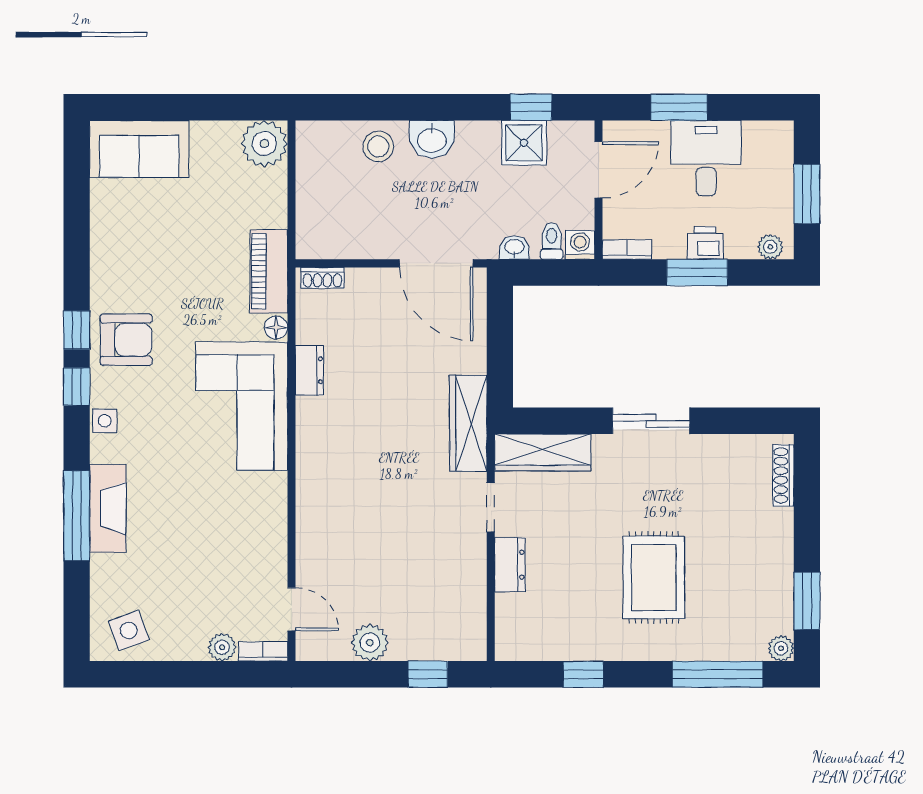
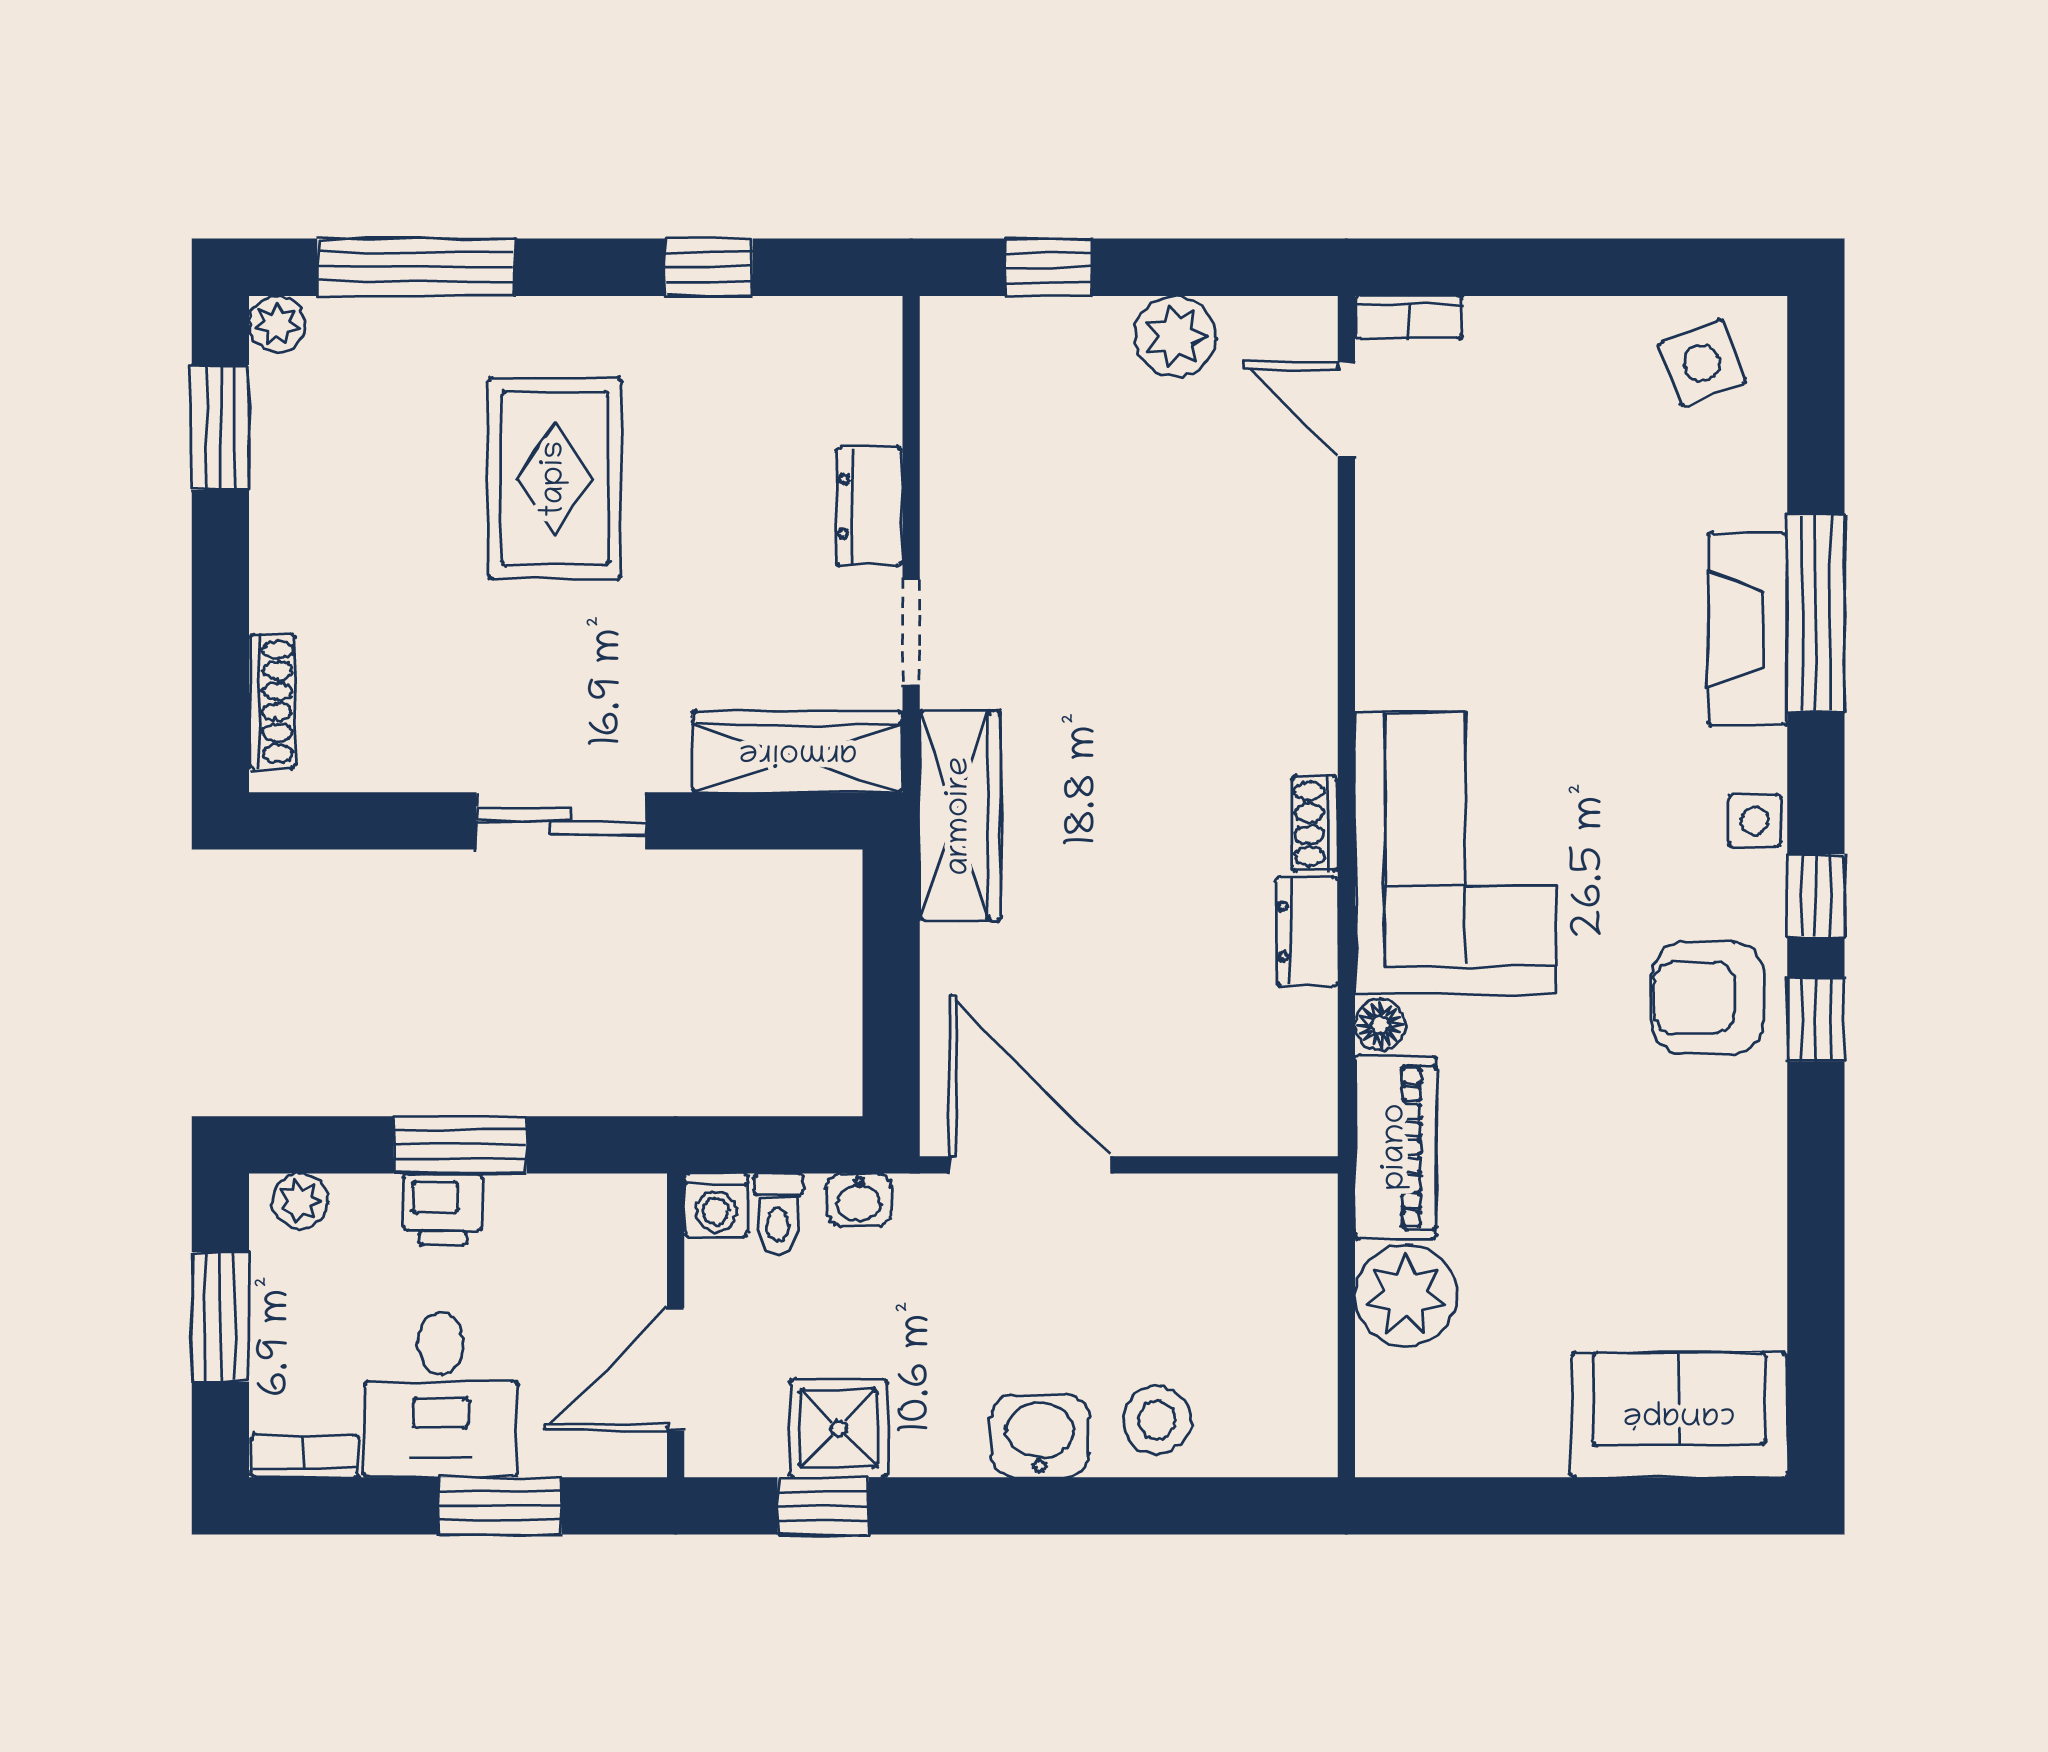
plant: (264, 144) -> (1406, 1295), moved
bookcase: (627, 250) -> (305, 1456), moved, turned 180
shoe rack: (322, 278) -> (1315, 824), moved, turned -90
plant: (222, 647) -> (1498, 326), removed

